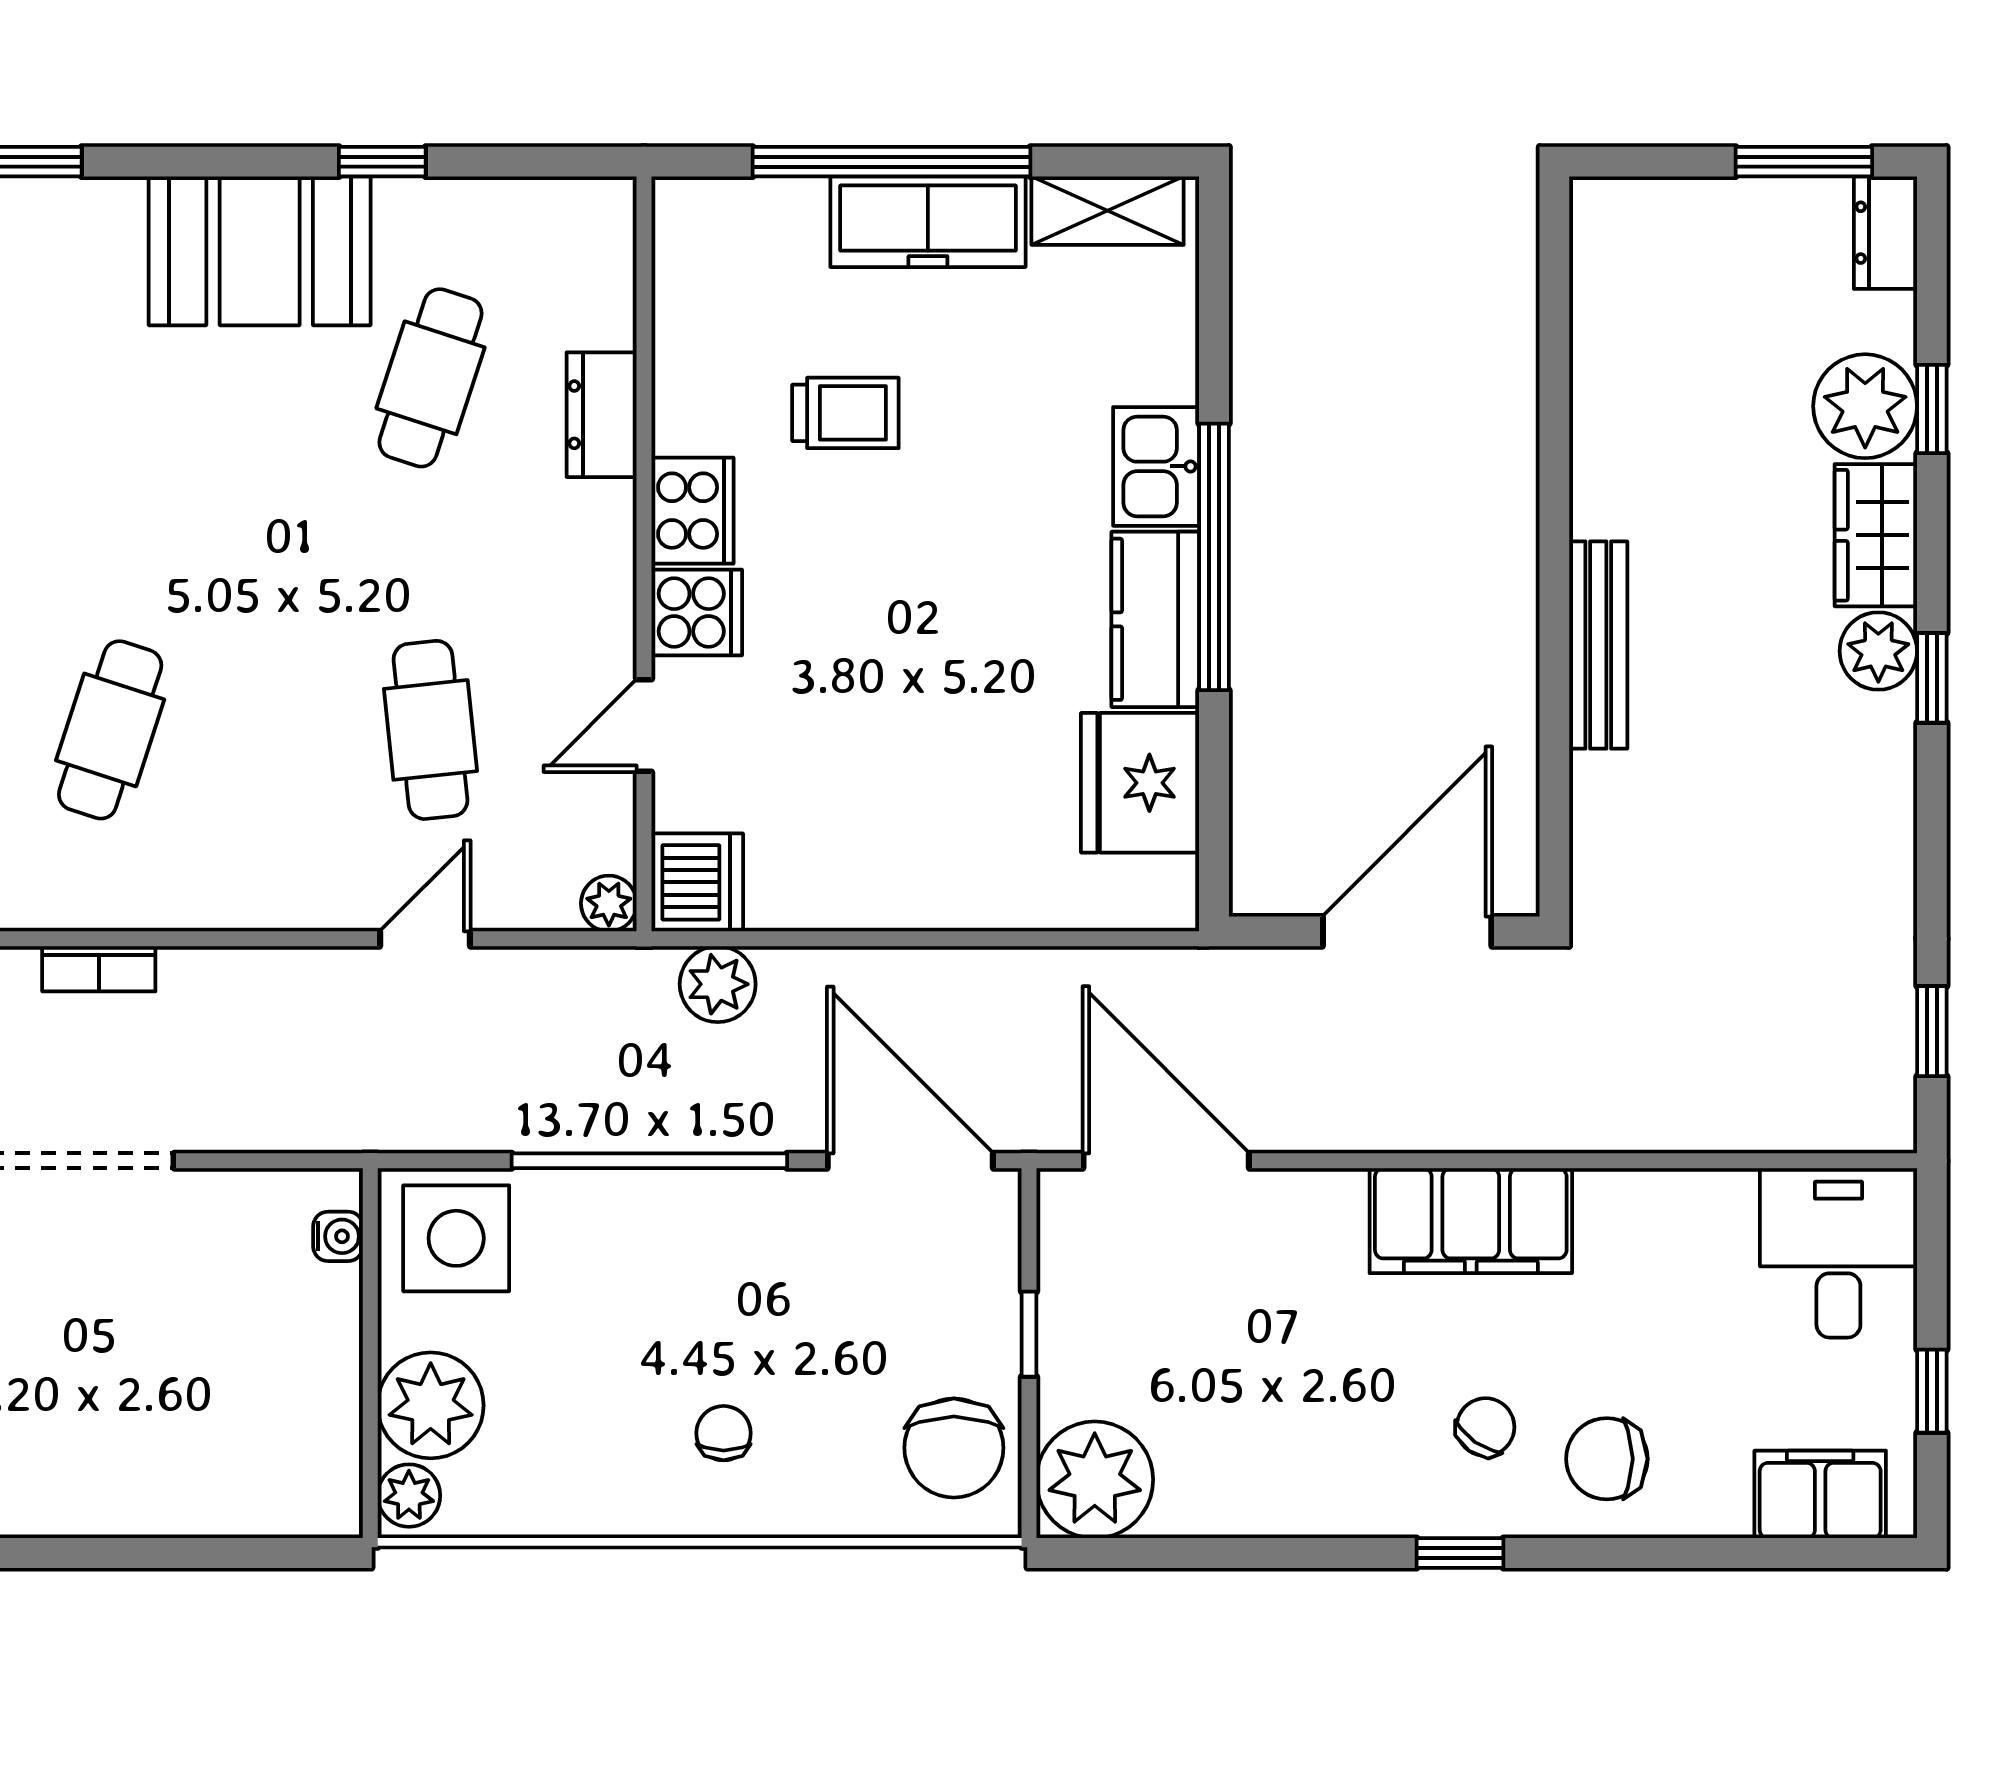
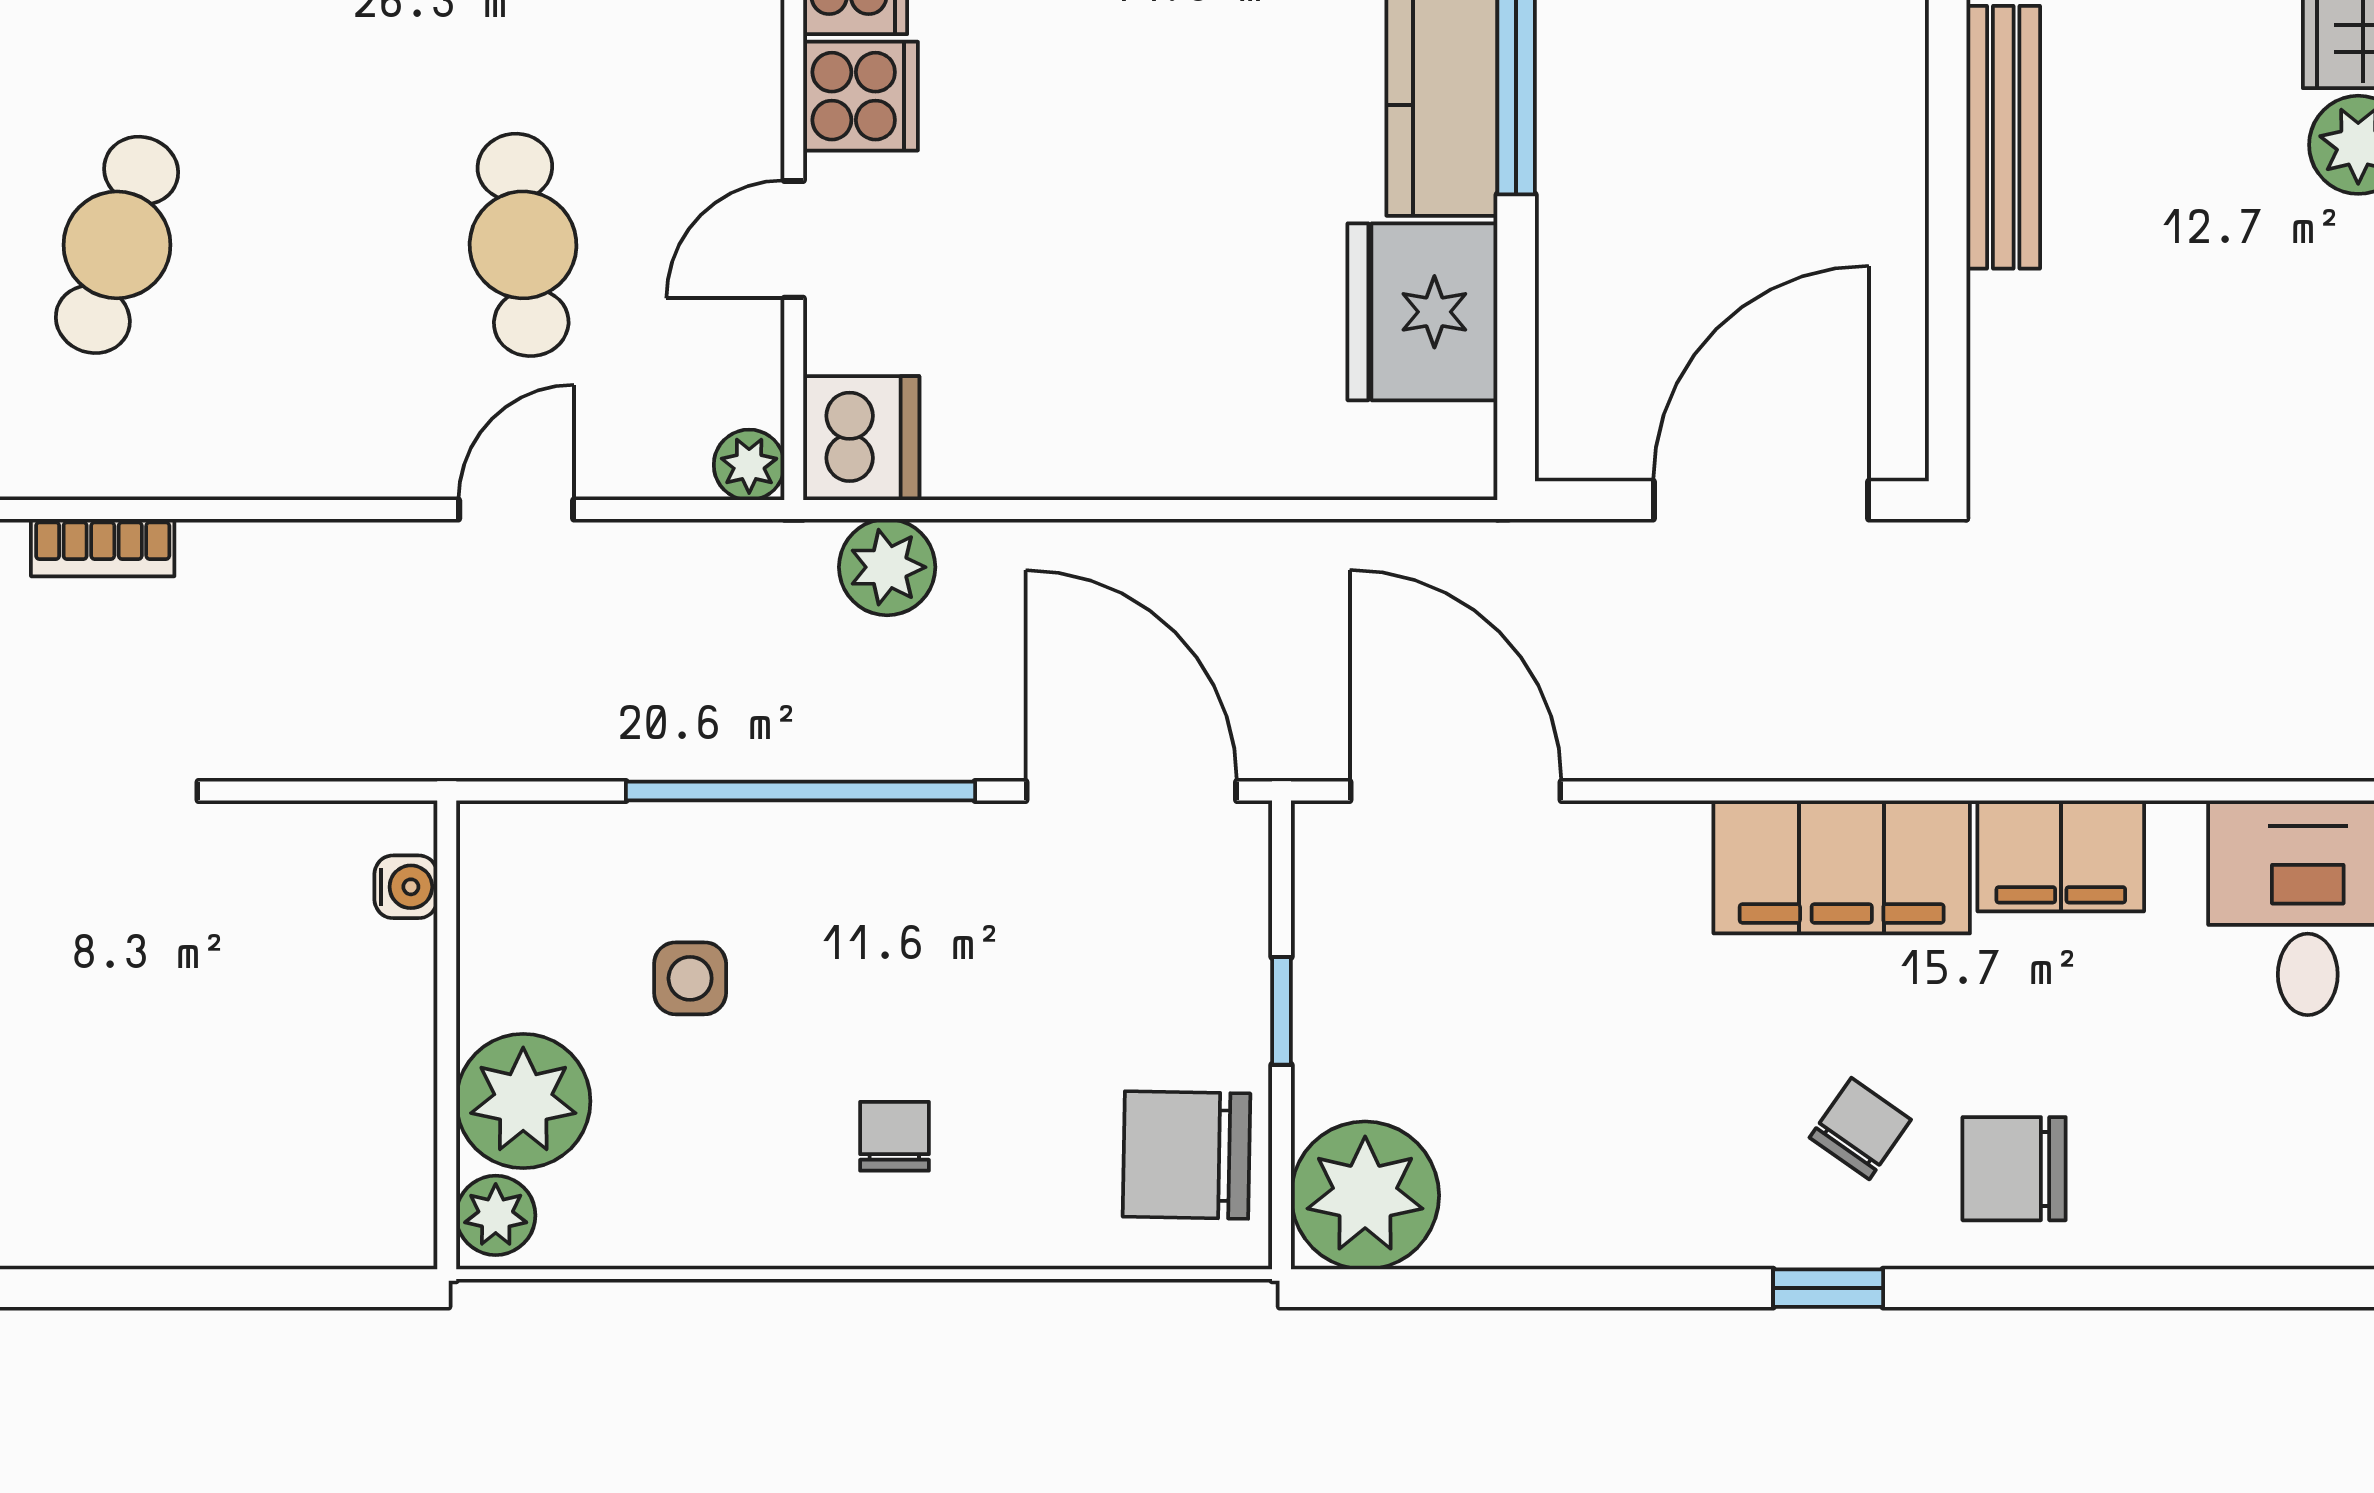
side table: (456, 1238) -> (690, 978), moved, width x0.54, depth x0.54
chair: (954, 1448) -> (1186, 1155), turned 91
filing cabinet: (1820, 1494) -> (2061, 856), moved, turned 180

